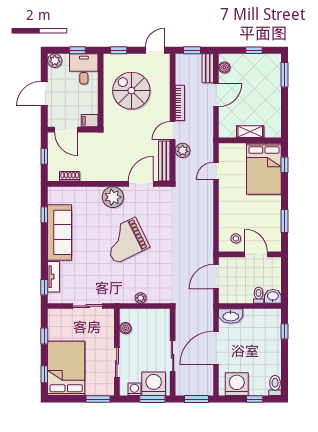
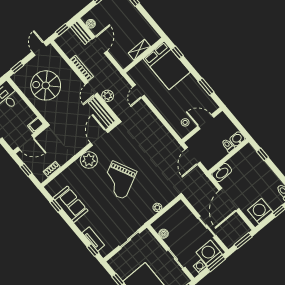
sofa: (60, 232) -> (71, 204), width x0.73

